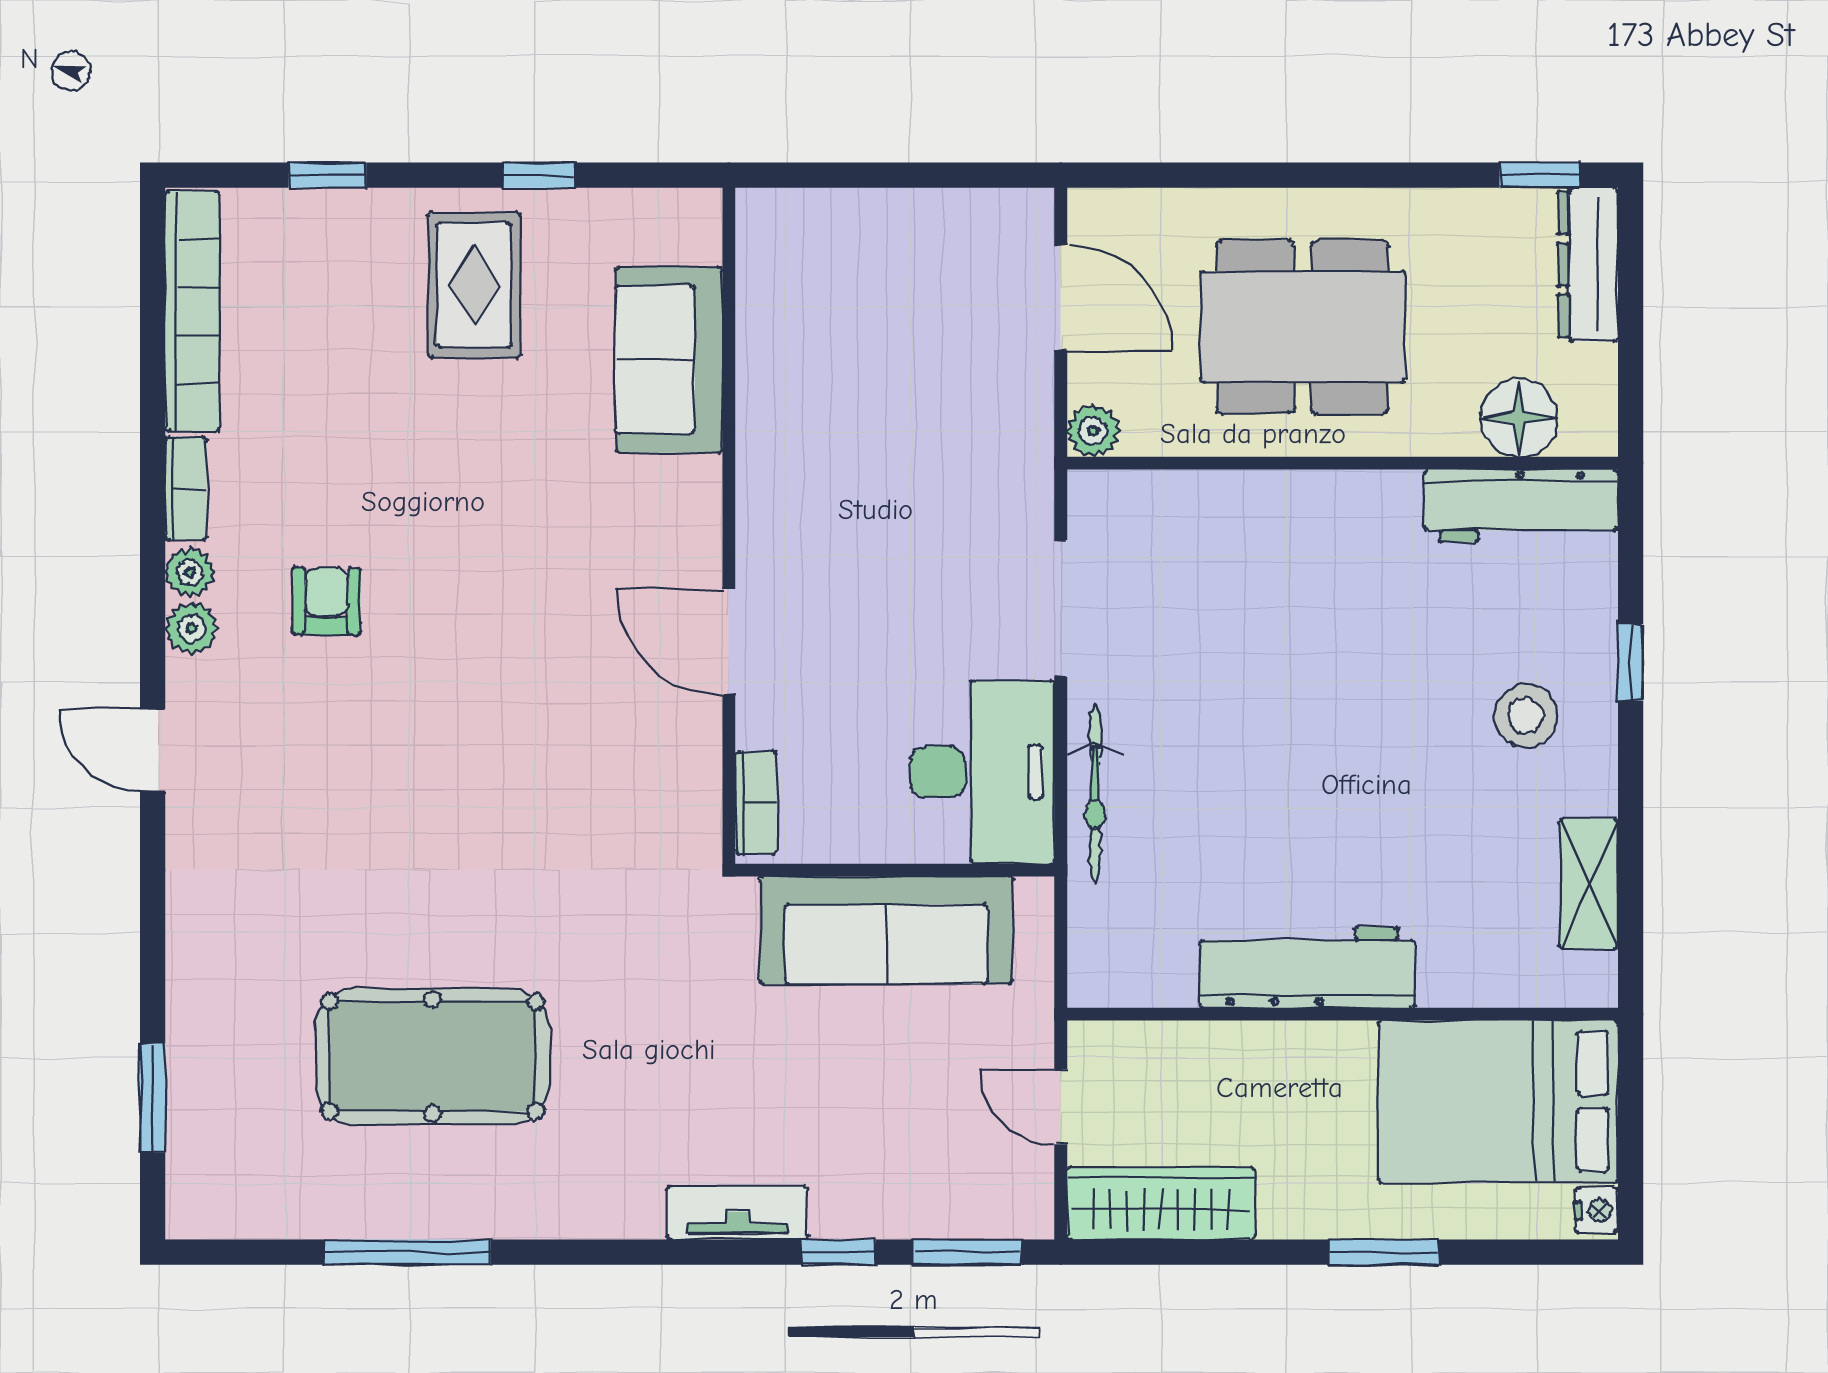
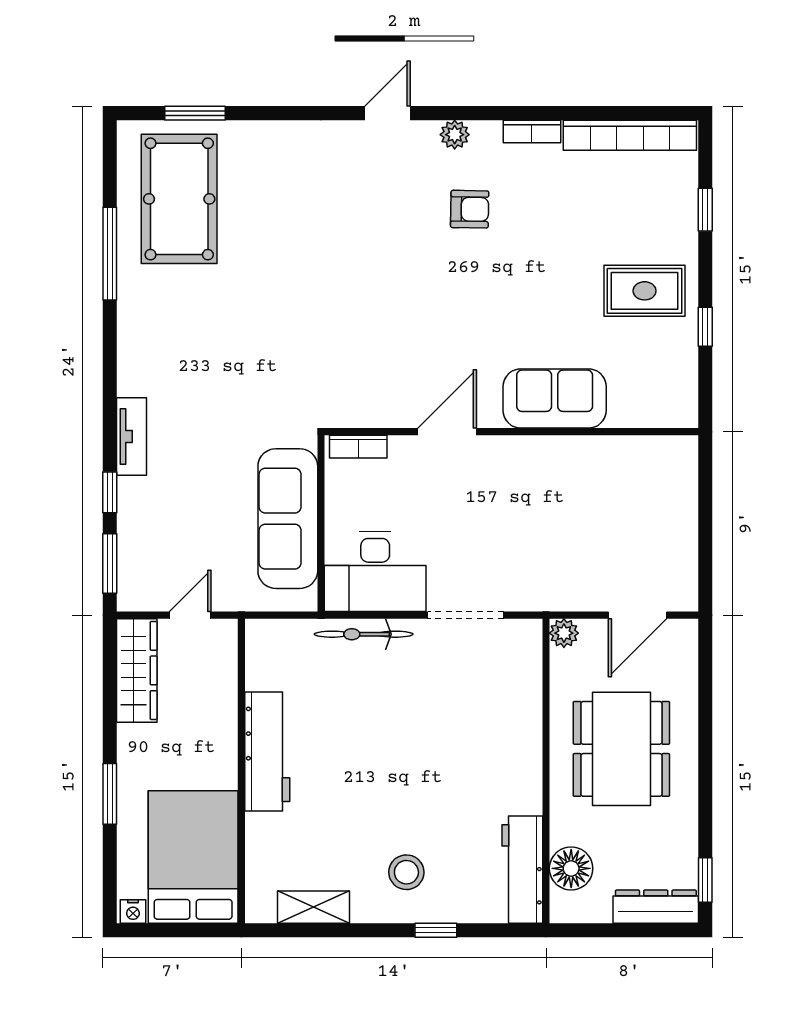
sofa: (669, 360) -> (555, 398), moved
plant: (190, 572) -> (486, 134), removed
pool table: (433, 1056) -> (179, 199), moved

